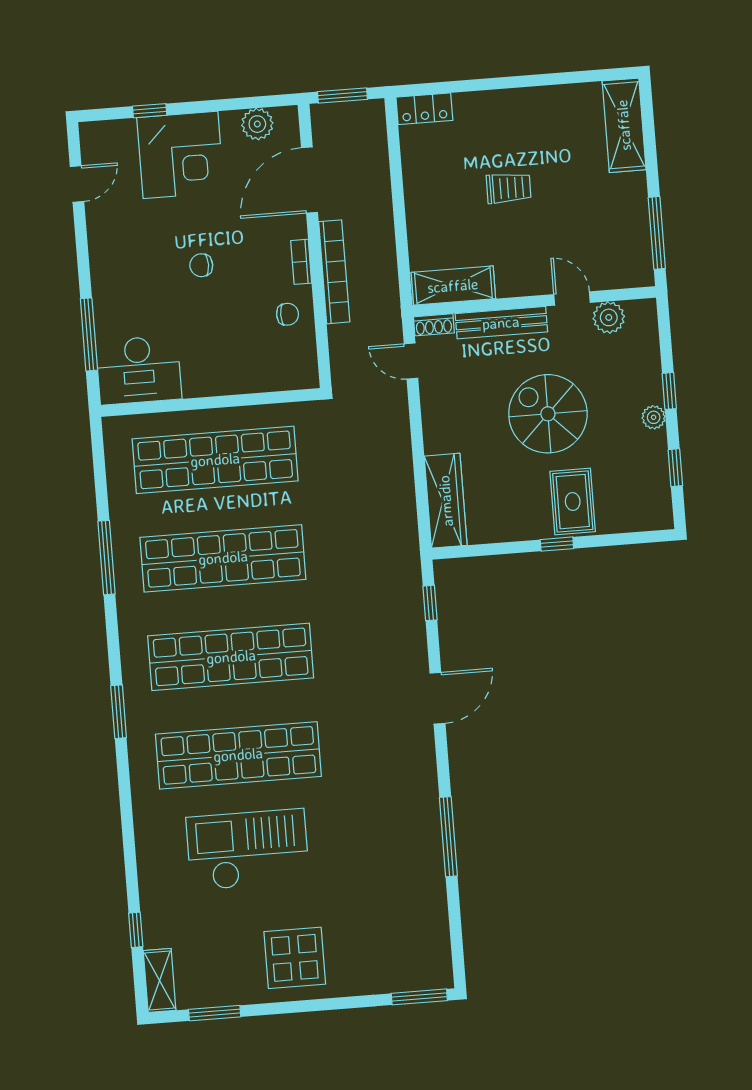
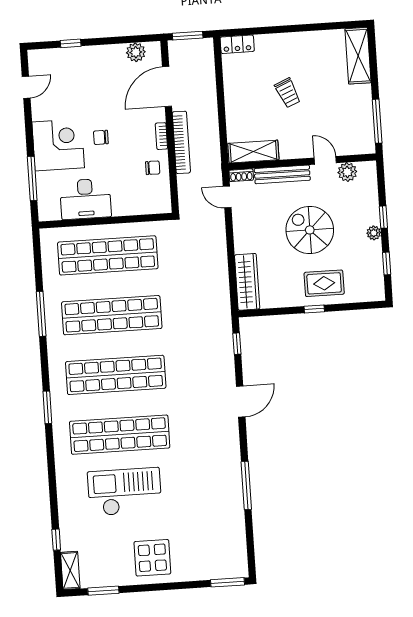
corner desk: (180, 155) -> (58, 145), moved, turned -90
trolley: (509, 188) -> (288, 93), turned 67
desk: (139, 370) -> (86, 199), moved
rug: (573, 502) -> (324, 283), turned 90

